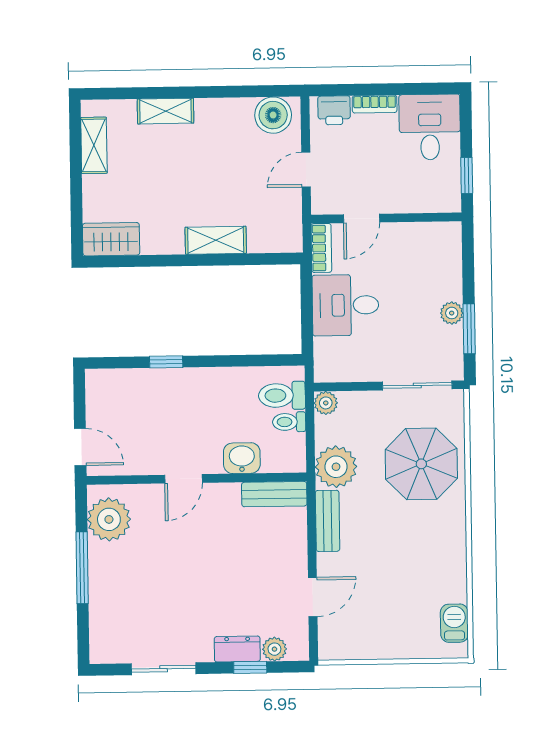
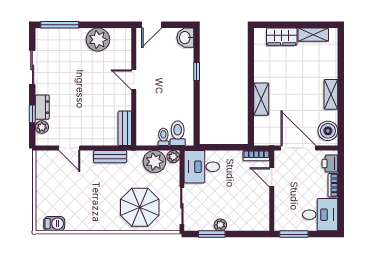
shelving: (166, 111) -> (331, 94), moved
door: (306, 170) -> (298, 148), width x1.87
window: (467, 176) -> (294, 234), width x1.50
wardrobe: (111, 239) -> (282, 37), moved, turned 90
desk: (345, 305) -> (202, 167), moved, turned -90
washbasin: (242, 458) -> (185, 38), moved, turned 180
plant: (336, 467) -> (154, 162), moved
plant: (109, 519) -> (98, 40), moved
window: (82, 568) -> (60, 25), moved

